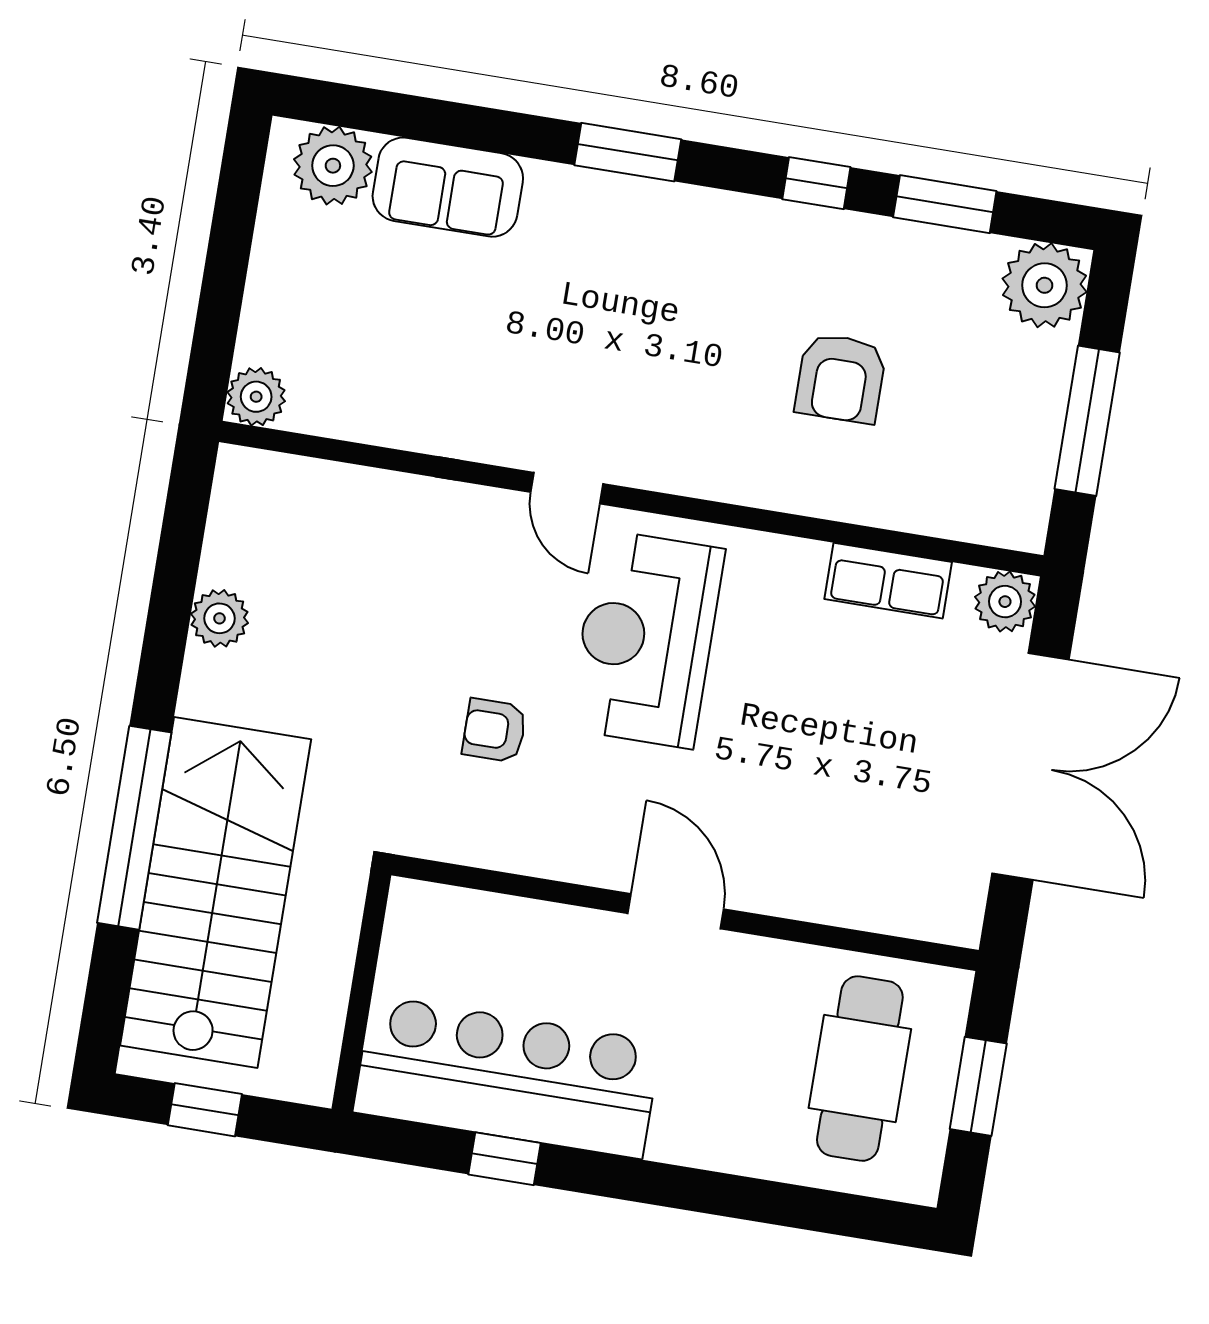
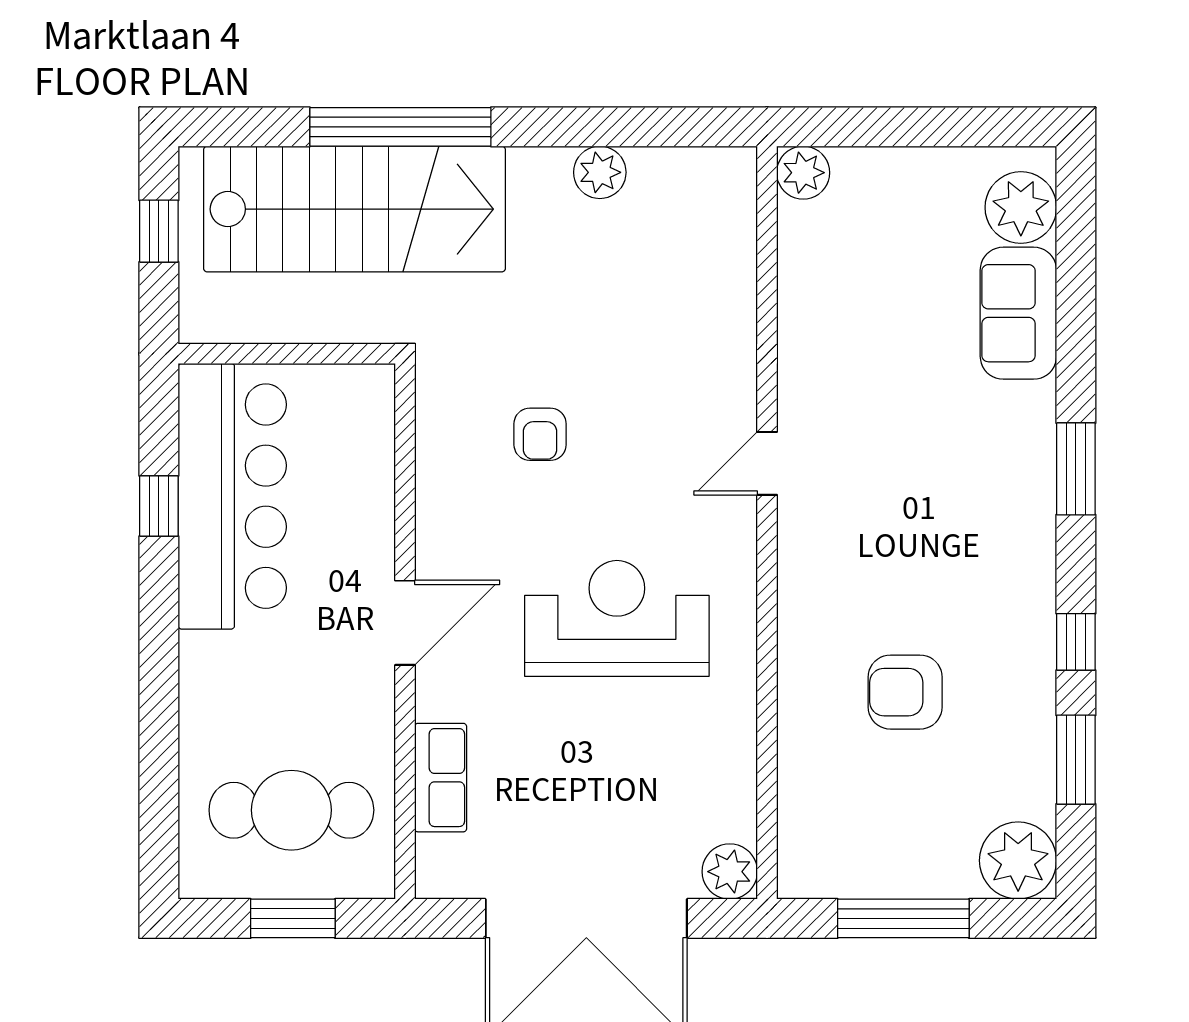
row of seats: (888, 581) -> (441, 778), moved, turned 180
reception desk: (646, 639) -> (617, 618), moved
armchair: (494, 730) -> (540, 434), turned 180

